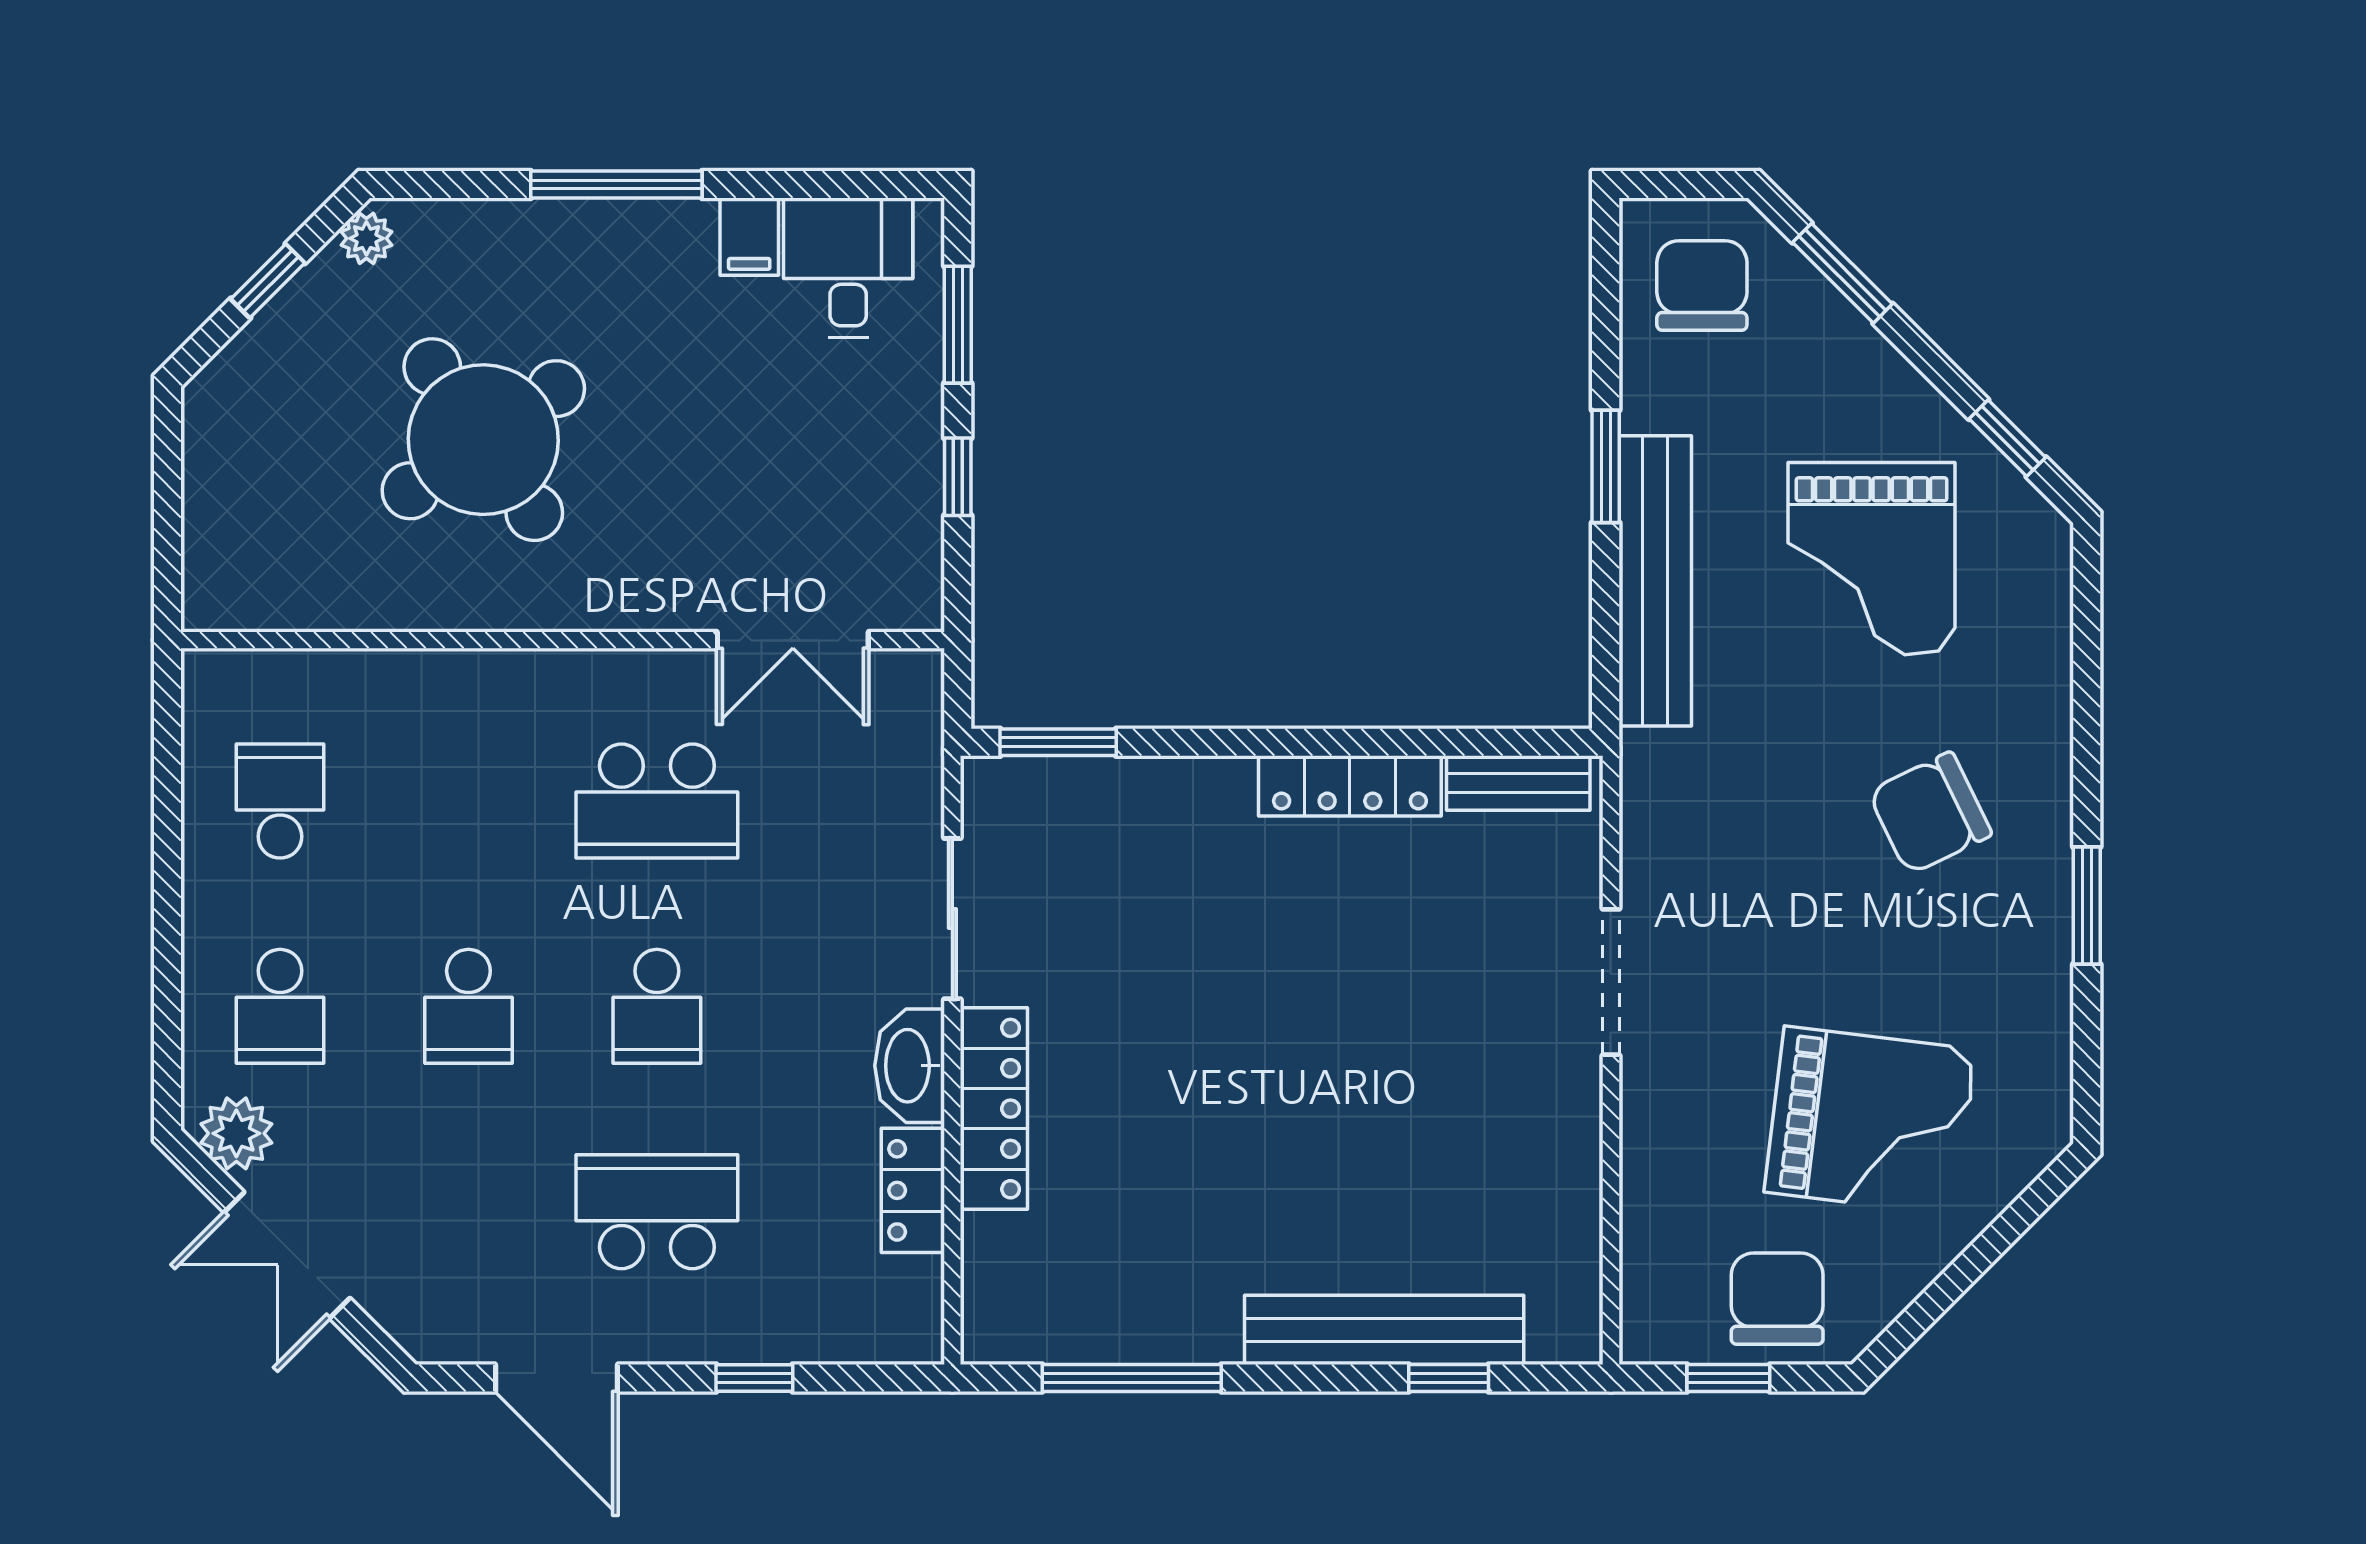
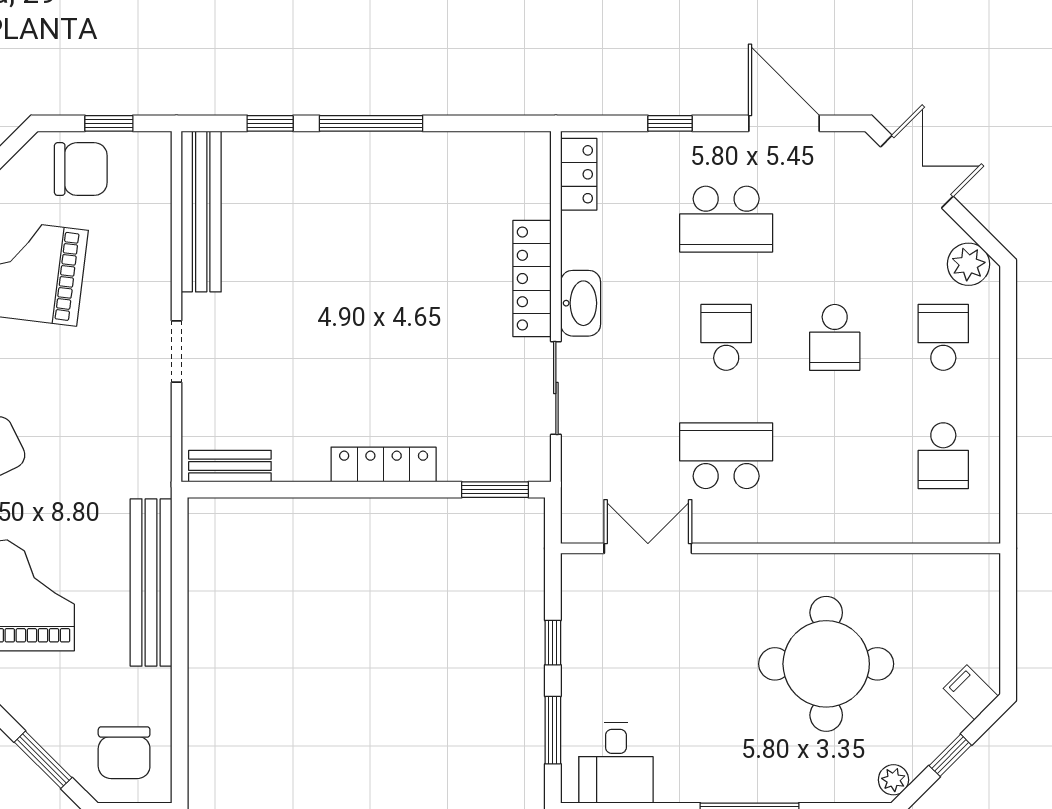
filing cabinet: (749, 237) -> (971, 692), moved, turned -45
round table: (483, 440) -> (826, 664), turned 35
window: (1606, 466) -> (180, 648), removed
locker: (1350, 786) -> (384, 464), moved
doorway: (1611, 982) -> (177, 351), width x0.73
school desk: (468, 1006) -> (835, 337), turned 180
locker: (913, 1190) -> (579, 174), moved
double door: (287, 1255) -> (917, 172), moved
chair: (1777, 1299) -> (81, 169), turned -90
bench: (1384, 1330) -> (201, 211), moved, turned 90
window: (1132, 1378) -> (371, 123), moved

